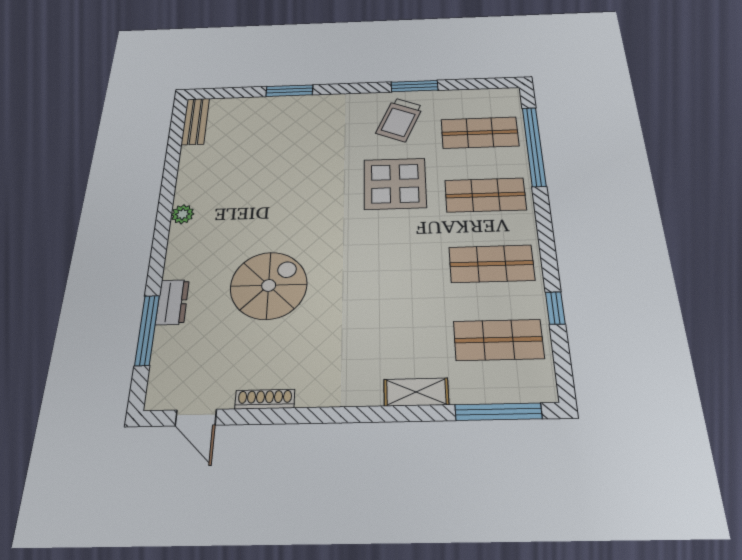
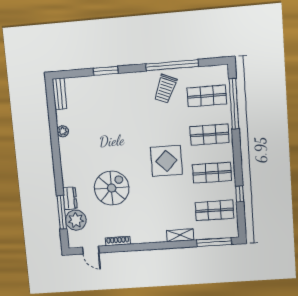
window: (414, 86) -> (172, 65), width x2.11
display table: (395, 184) -> (166, 161), moved
plant: (183, 214) -> (63, 131), moved
plant: (175, 348) -> (76, 220), added

